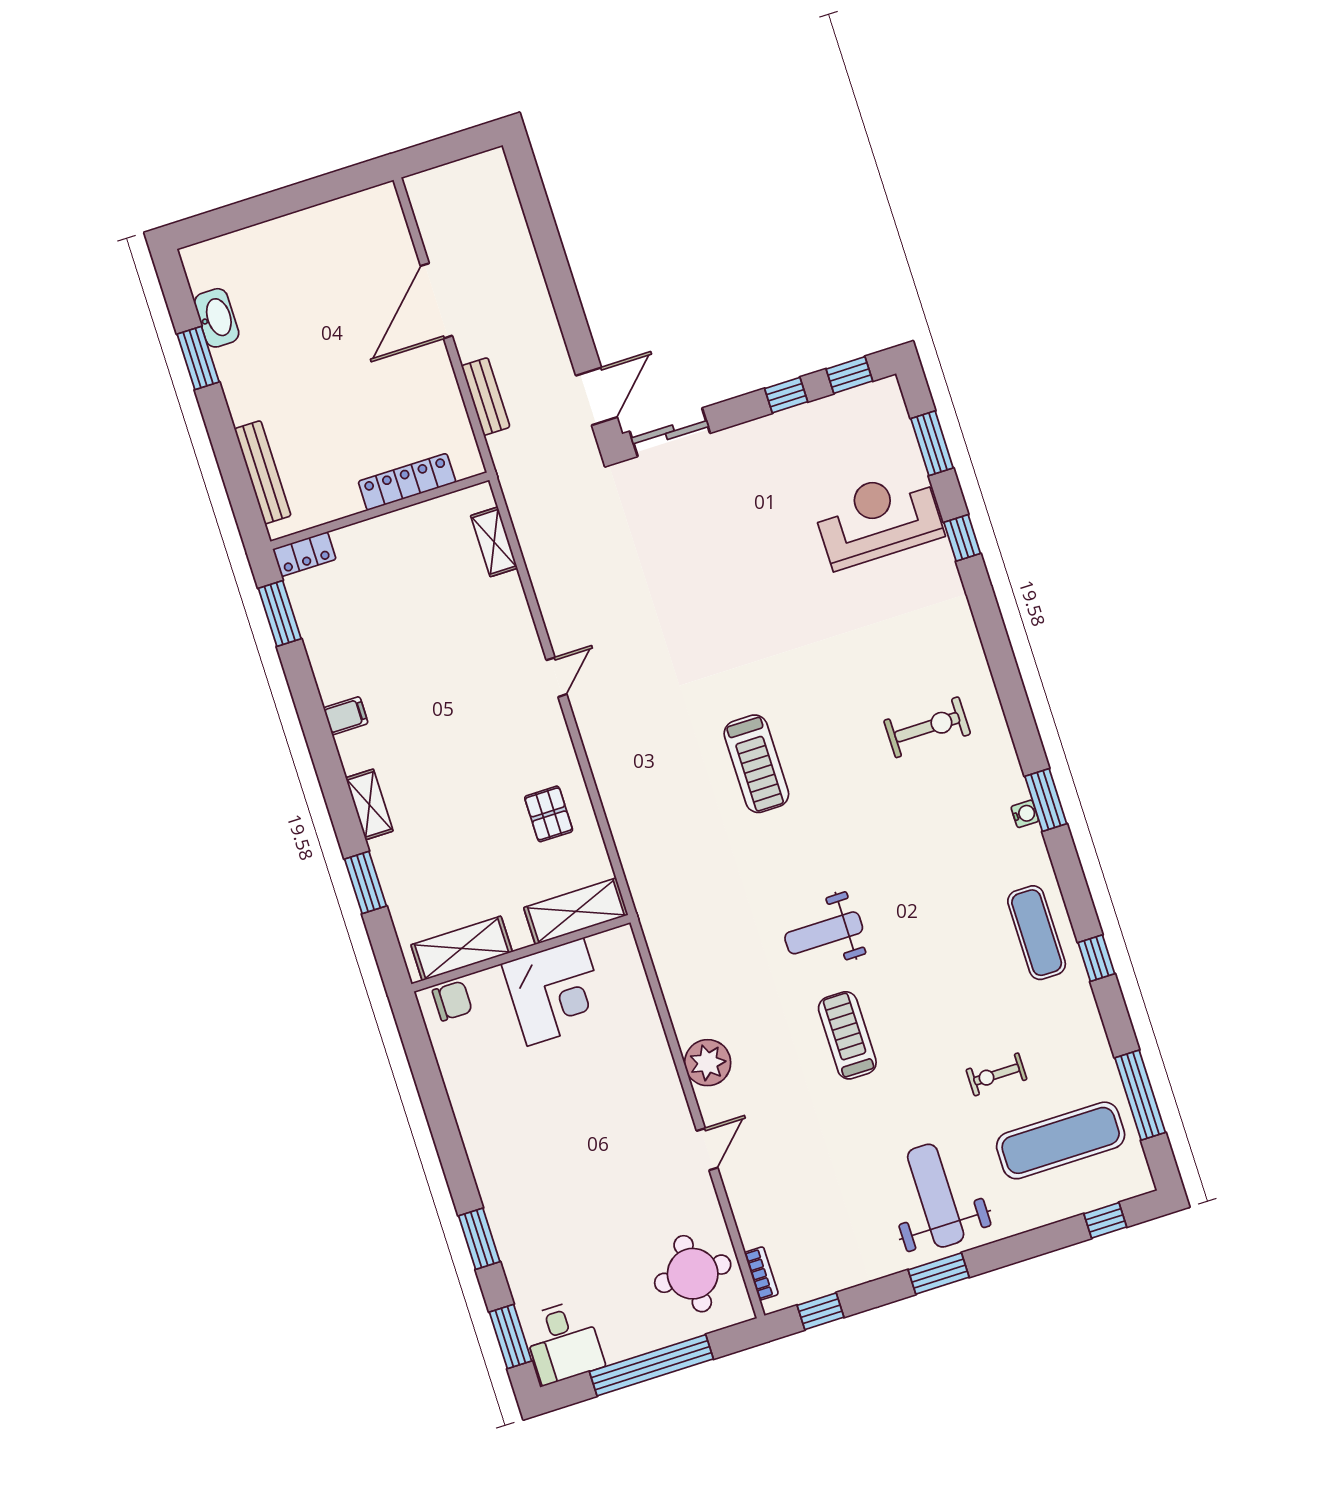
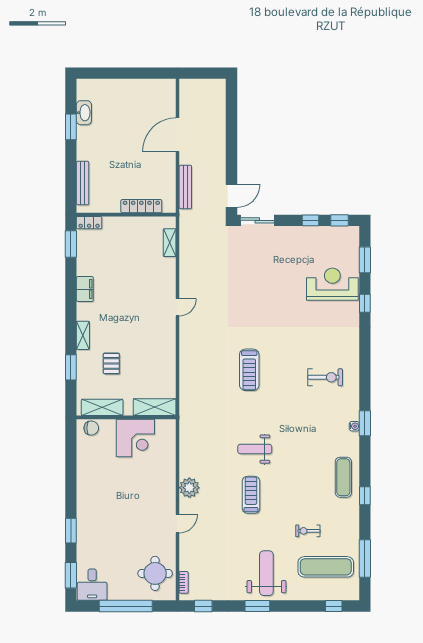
bench: (486, 397) -> (185, 187), width x1.36
filing cabinet: (346, 716) -> (85, 289), width x2.00
pallet: (549, 814) -> (111, 363), moved

